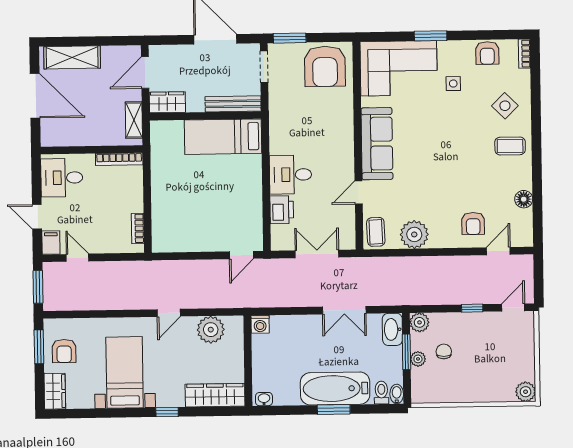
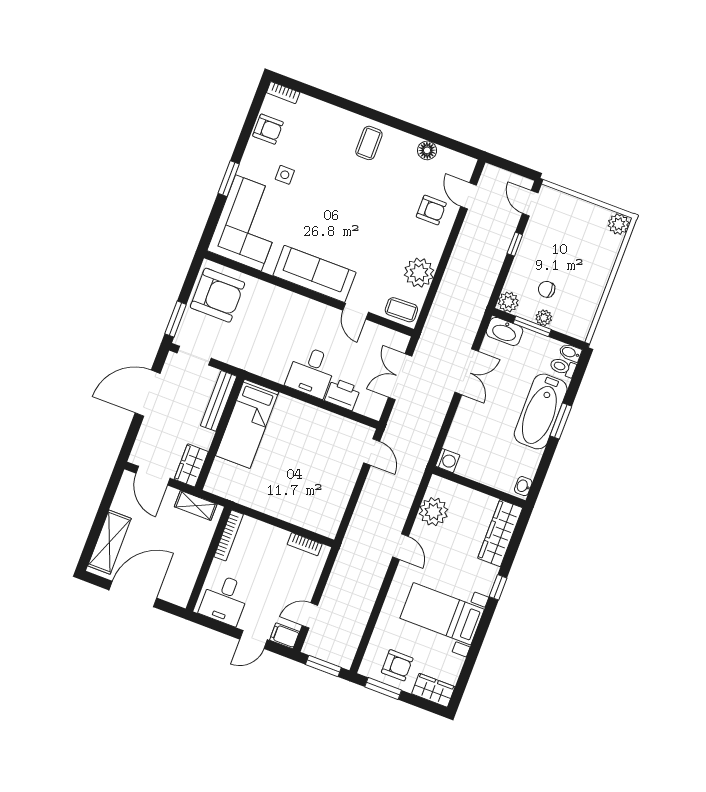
side table: (505, 106) -> (327, 132), removed

